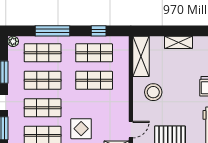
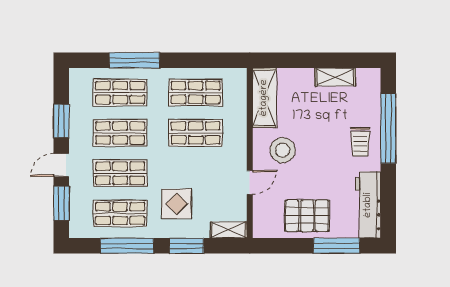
window: (99, 31) -> (202, 60), removed
plant: (13, 41) -> (77, 76), removed
shelving: (178, 42) -> (335, 77), moved
door: (131, 130) -> (250, 182), moved

